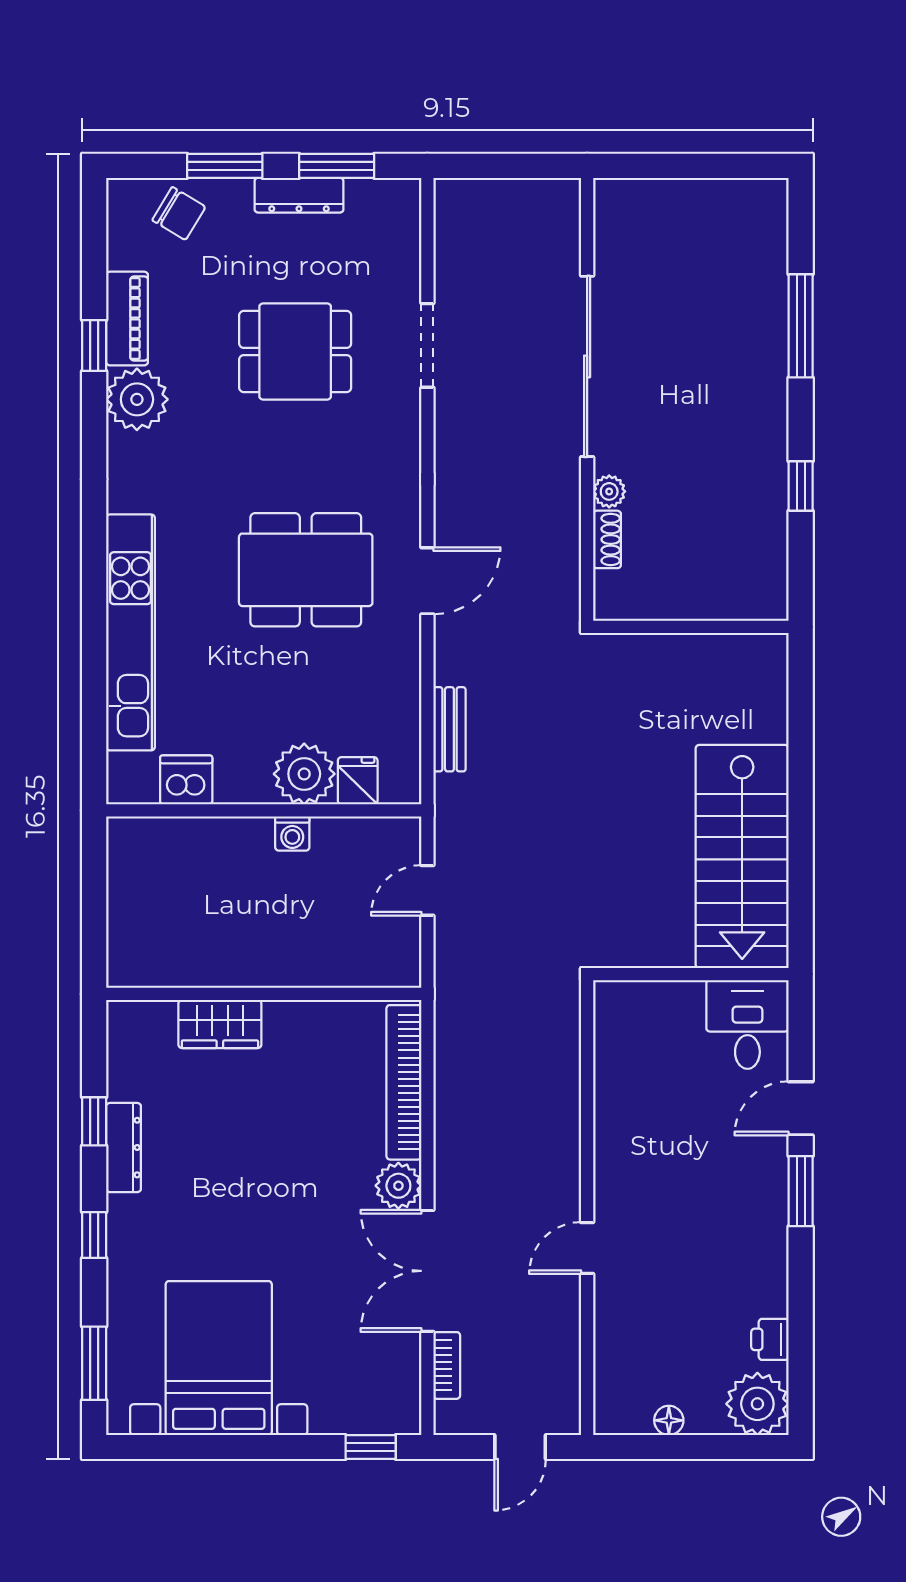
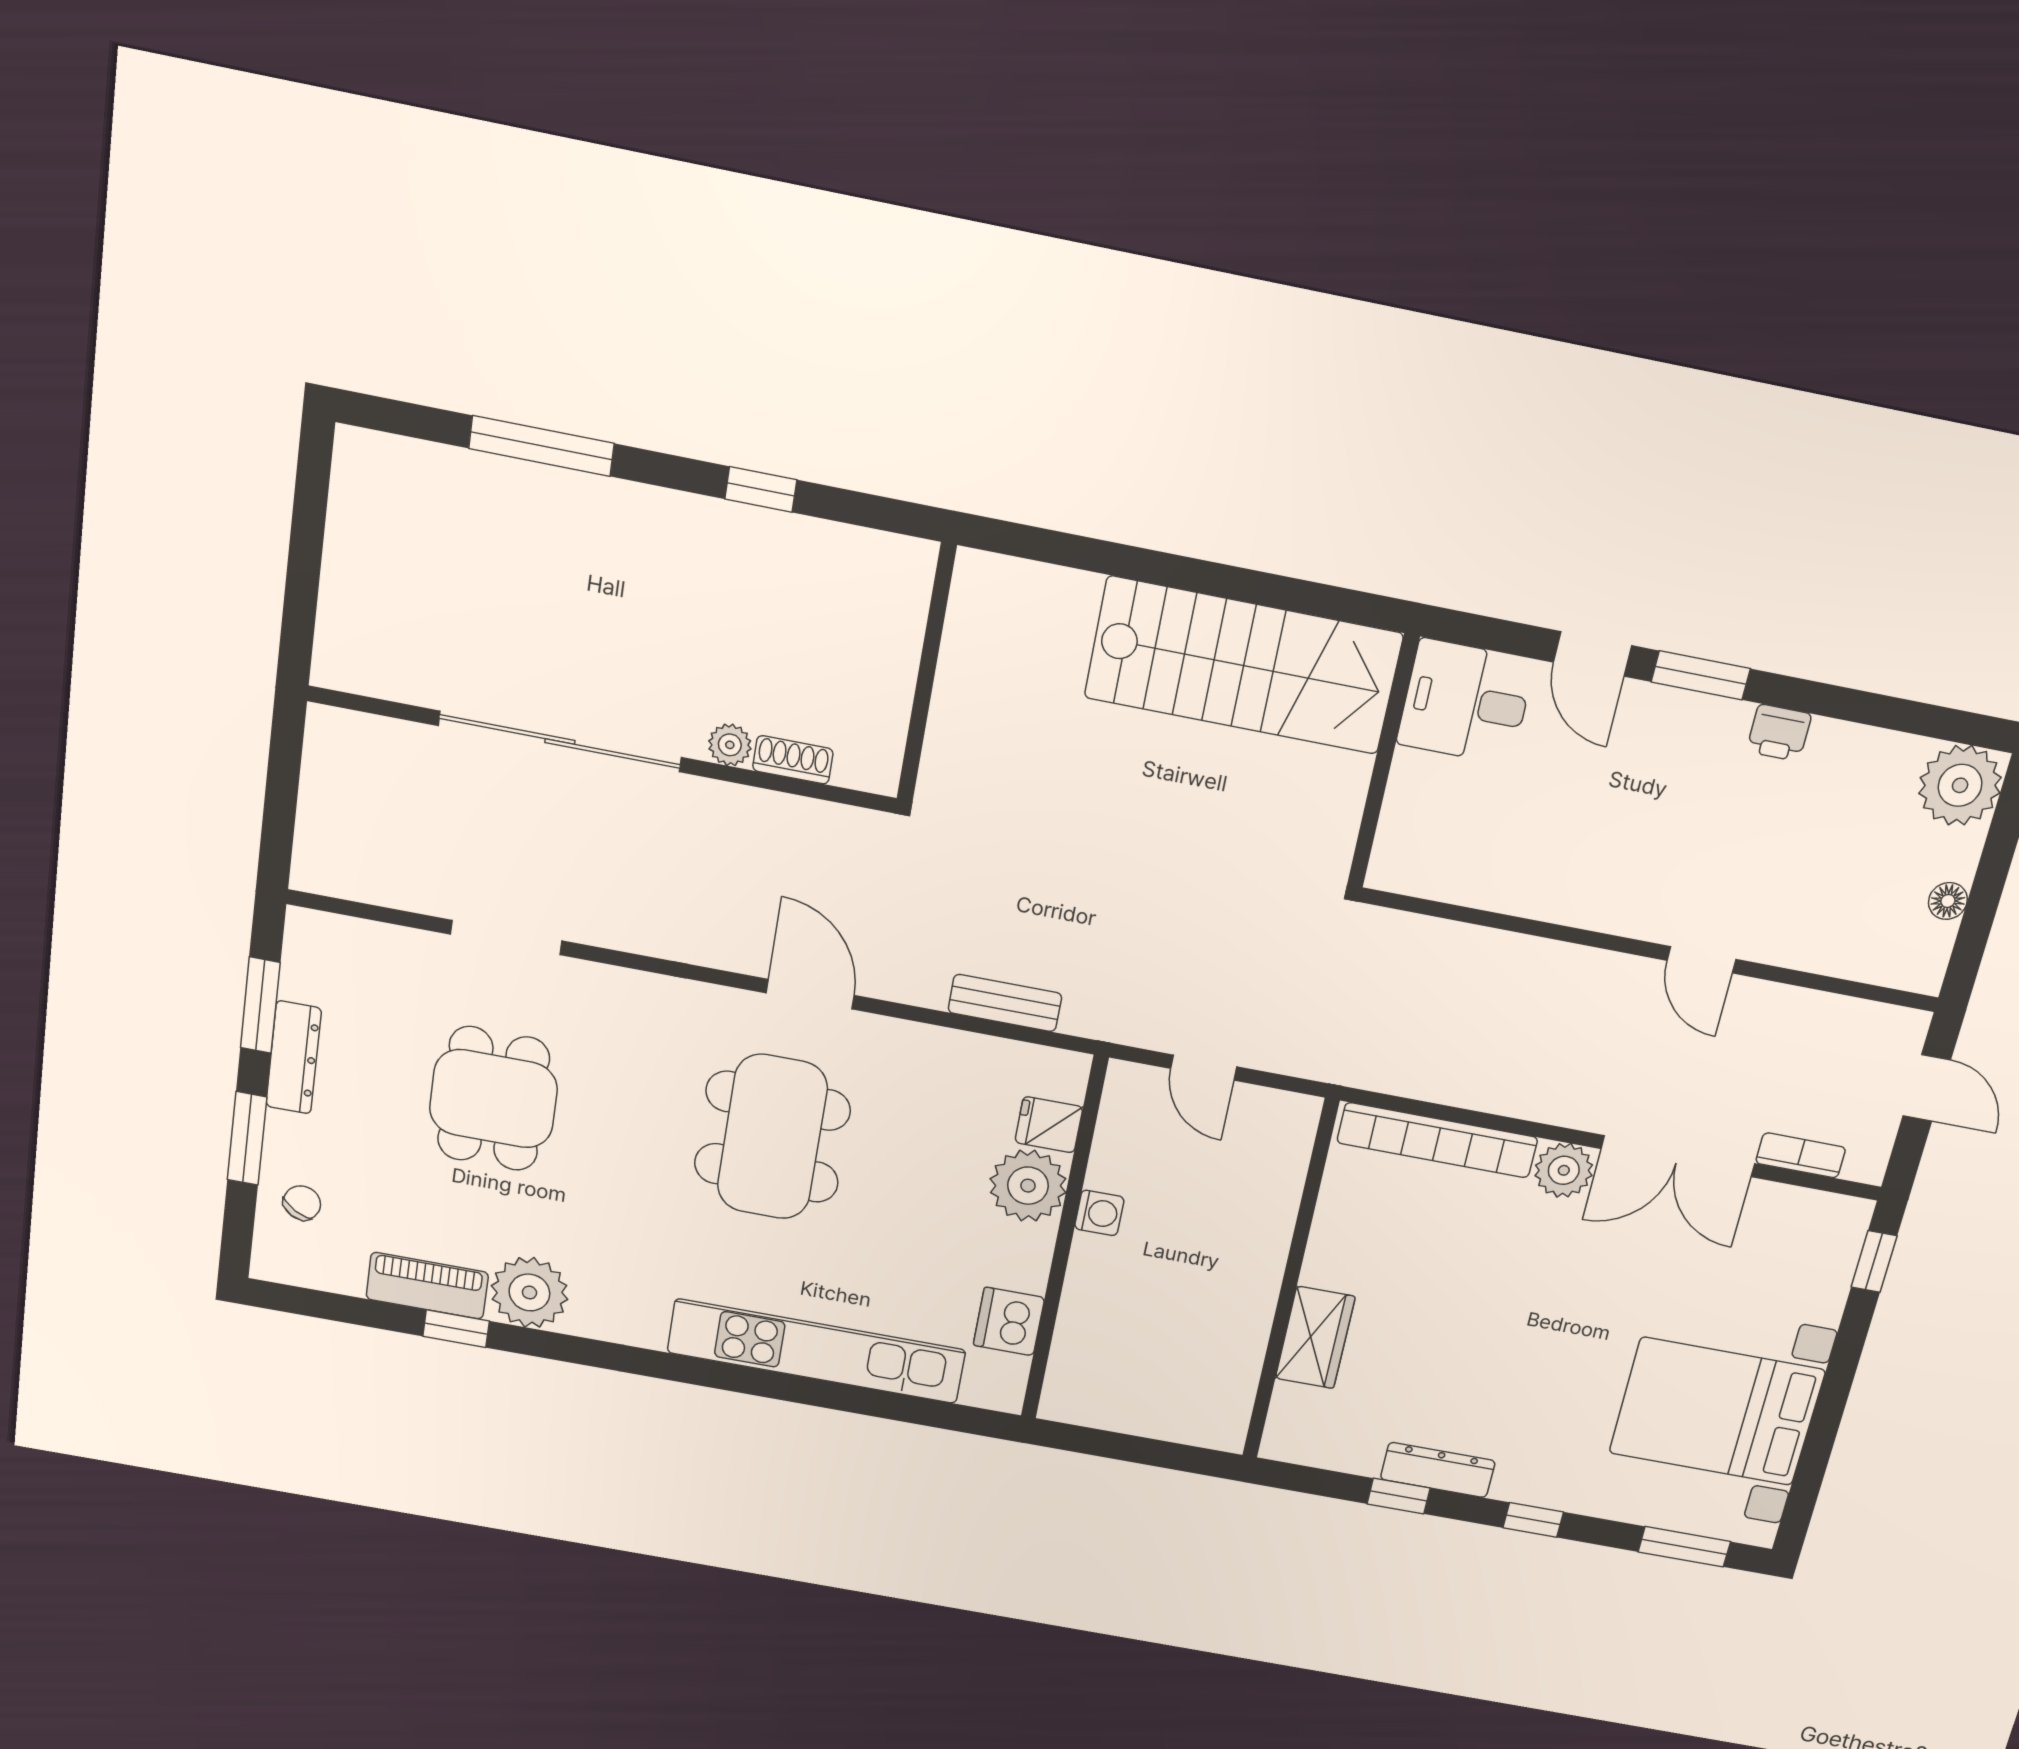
chair: (179, 213) -> (302, 1203), width x0.73, depth x0.73
printer: (770, 1339) -> (1779, 733), moved

